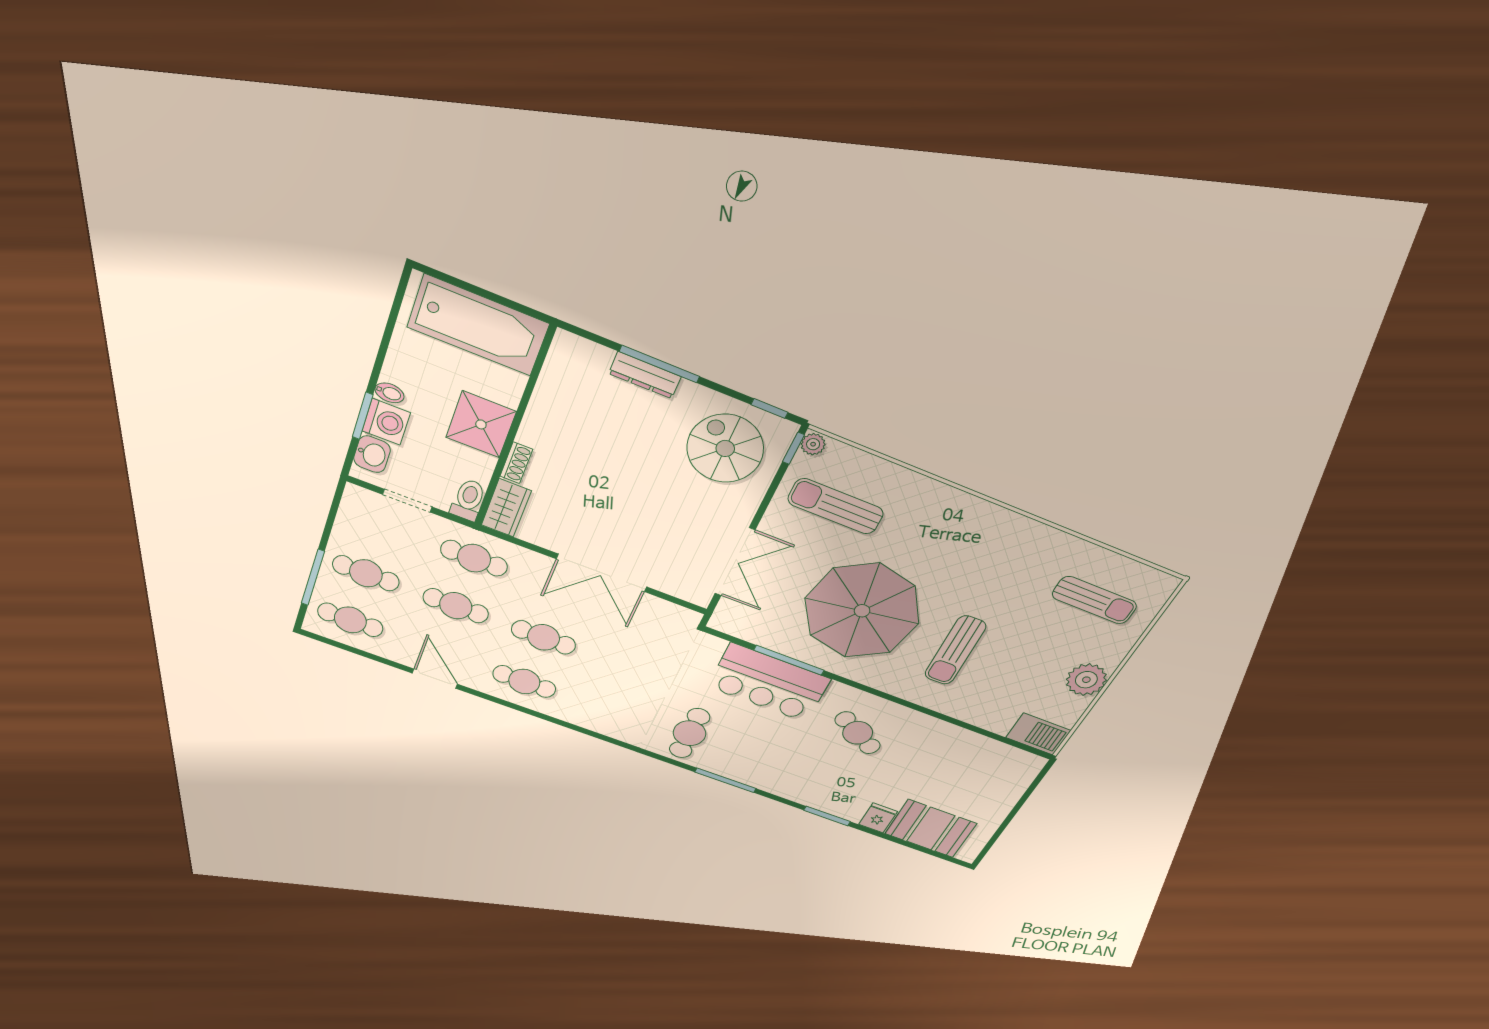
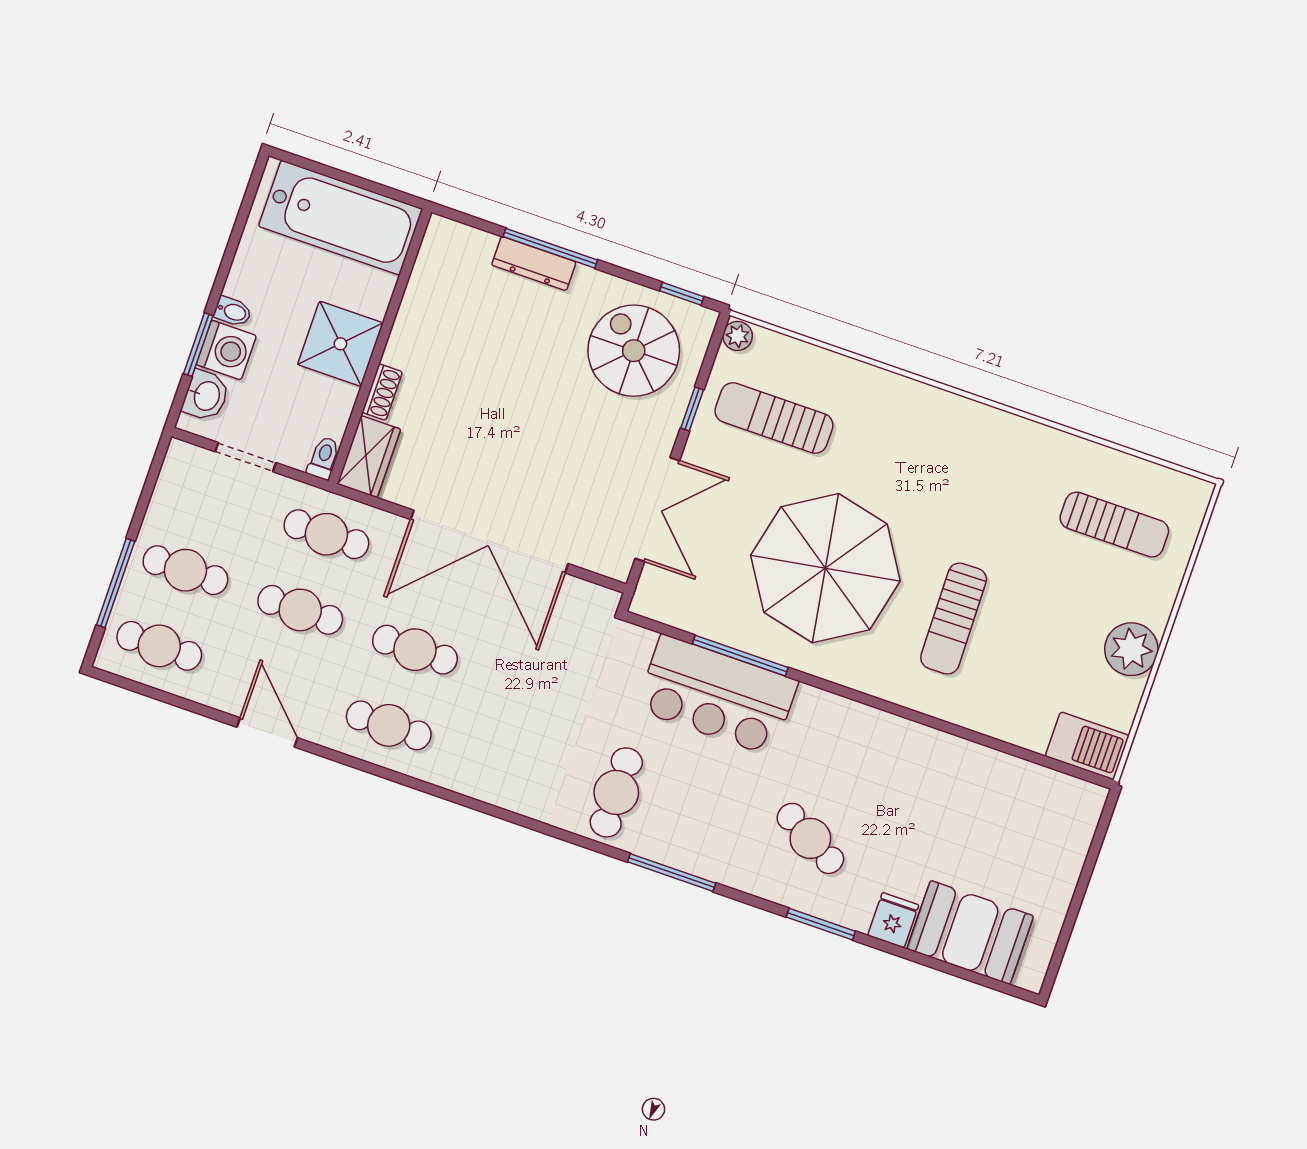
window: (793, 448) -> (692, 409), moved
toilet: (468, 500) -> (324, 458), width x0.73, depth x0.72
double door: (602, 573) -> (489, 542), width x1.36
cafe table: (858, 733) -> (810, 838), moved

